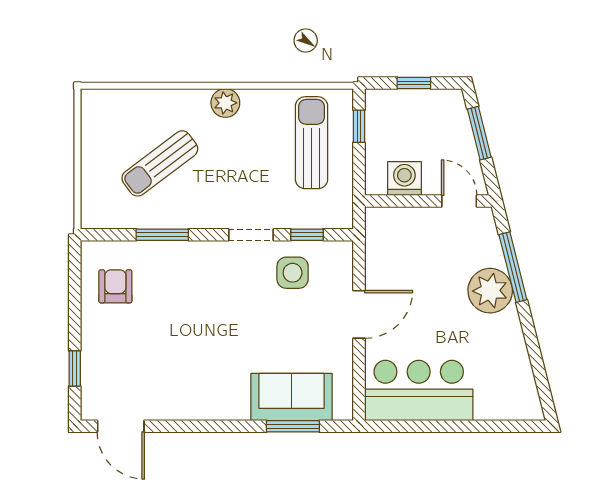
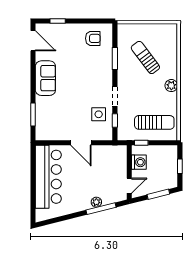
window: (359, 126) -> (141, 143), moved
plant: (490, 291) -> (96, 202), width x0.53, depth x0.53
bar counter: (419, 390) -> (48, 177), width x1.36
sofa: (291, 397) -> (45, 78), moved
door: (121, 426) -> (33, 41), swing flipped

